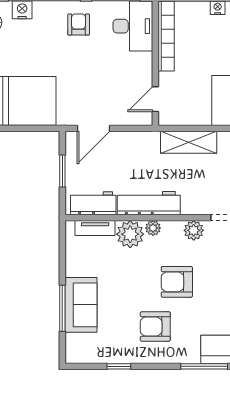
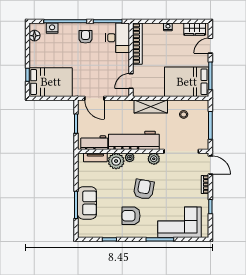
door: (93, 128) -> (94, 98), hinge flipped
workbench: (149, 203) -> (134, 140), width x1.36, depth x1.32
armchair: (177, 282) -> (144, 189), turned 100

